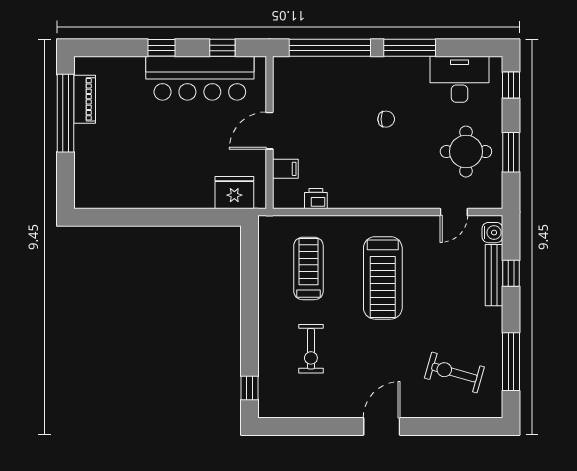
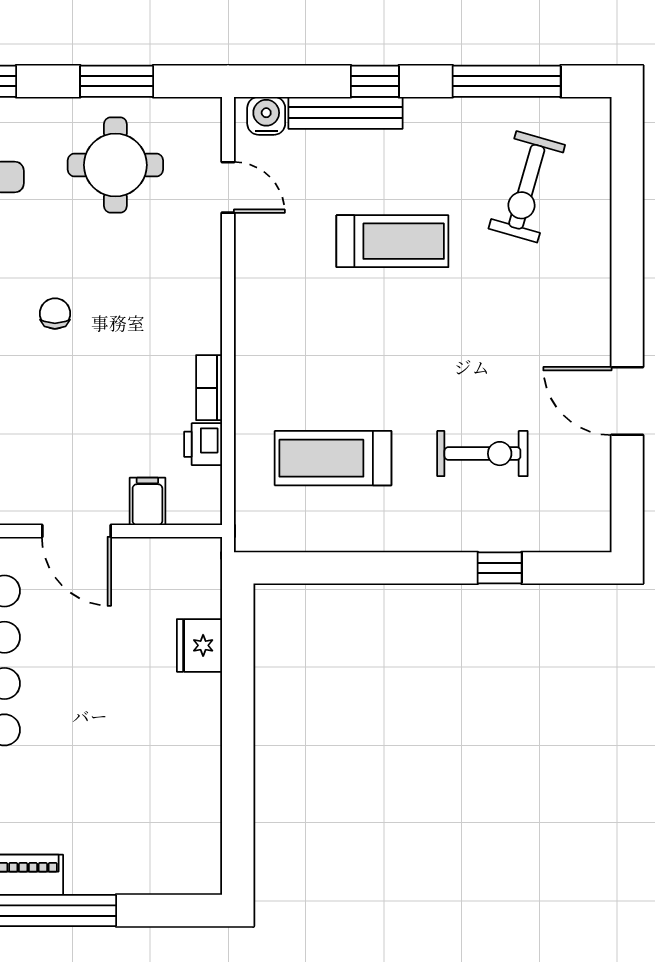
fridge: (234, 193) -> (199, 645), moved, width x0.73, depth x0.75
bookcase: (346, 202) -> (209, 388), added
window: (511, 273) -> (375, 81), moved
treadmill: (383, 278) -> (392, 241), moved, width x0.73, depth x0.73
window: (250, 388) -> (500, 568), moved
door: (382, 426) -> (627, 401), moved

